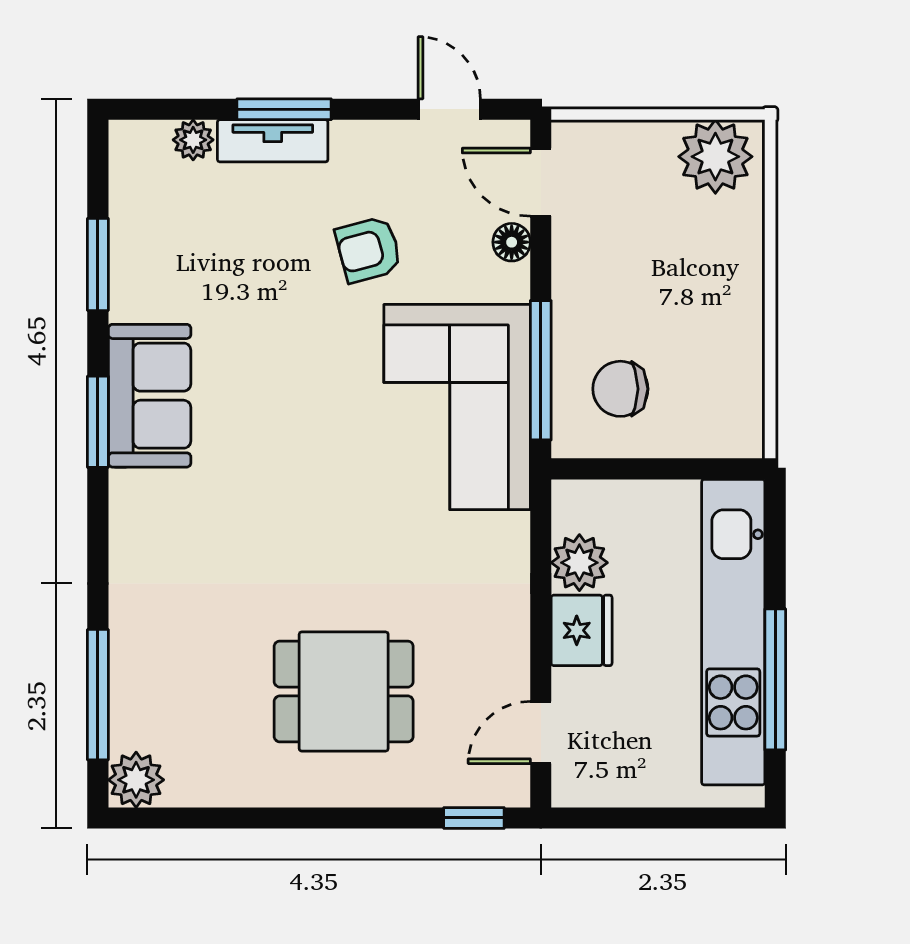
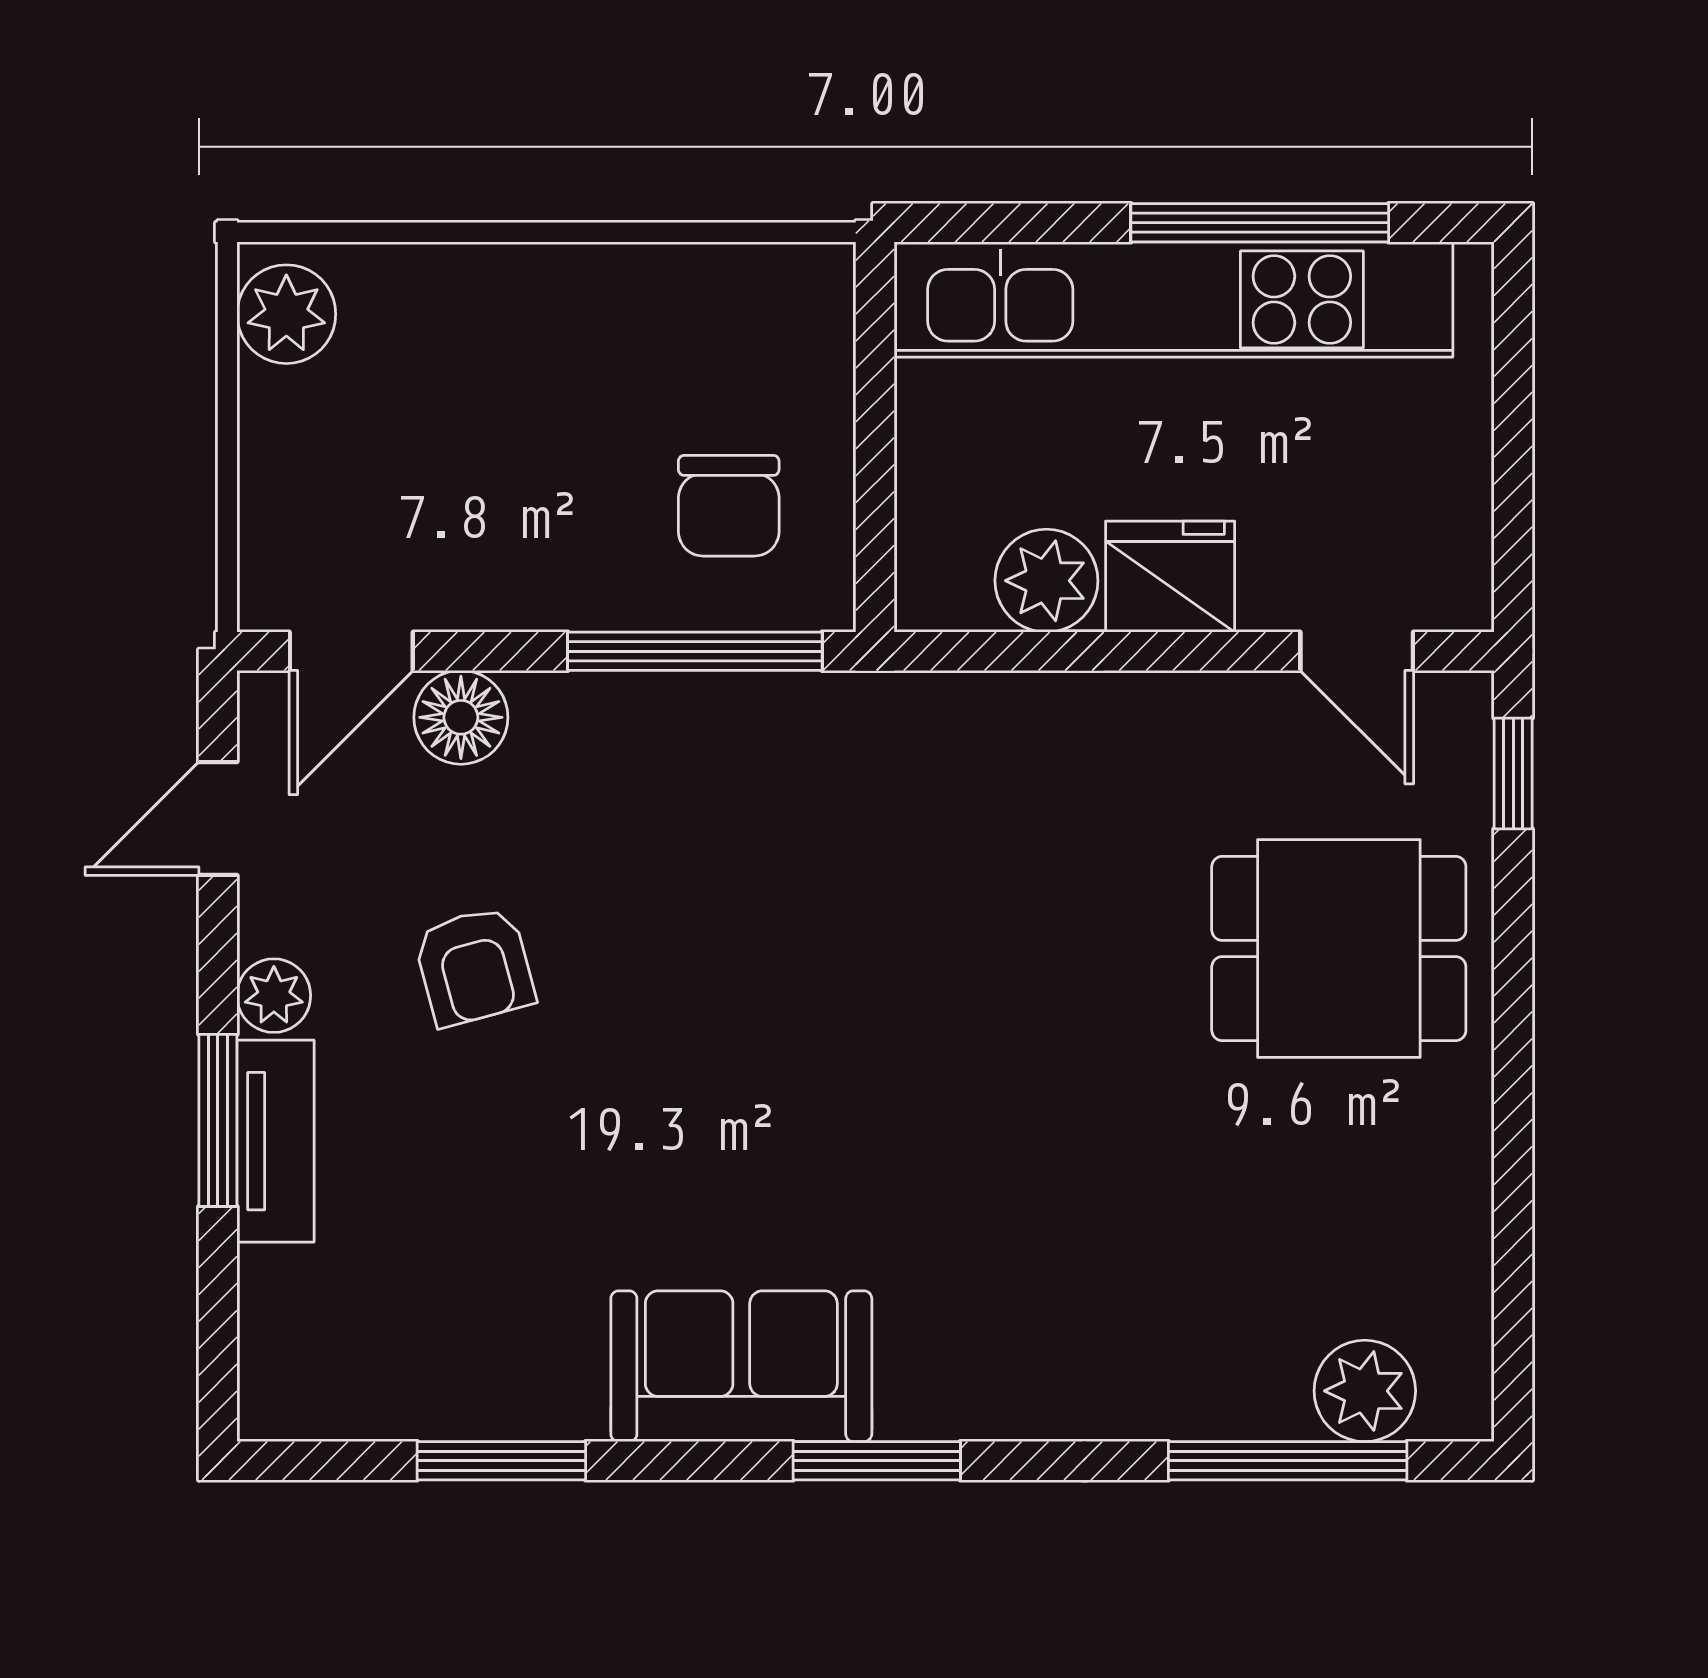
plant: (193, 140) -> (274, 996), moved
plant: (715, 157) -> (286, 314), width x0.73, depth x0.73
floor lamp: (512, 242) -> (461, 717), width x1.37, depth x1.37
corner sofa: (457, 407) -> (762, 804), removed
window: (98, 422) -> (877, 1461), moved
dining table: (344, 691) -> (1339, 948), moved, turned 90
plant: (136, 780) -> (1365, 1391), moved

